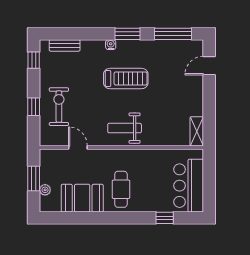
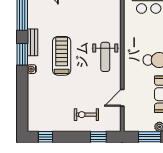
bench: (65, 45) -> (32, 42), moved
window: (34, 107) -> (98, 137), moved
exercise bike: (59, 107) -> (86, 115), width x0.73, depth x0.72

